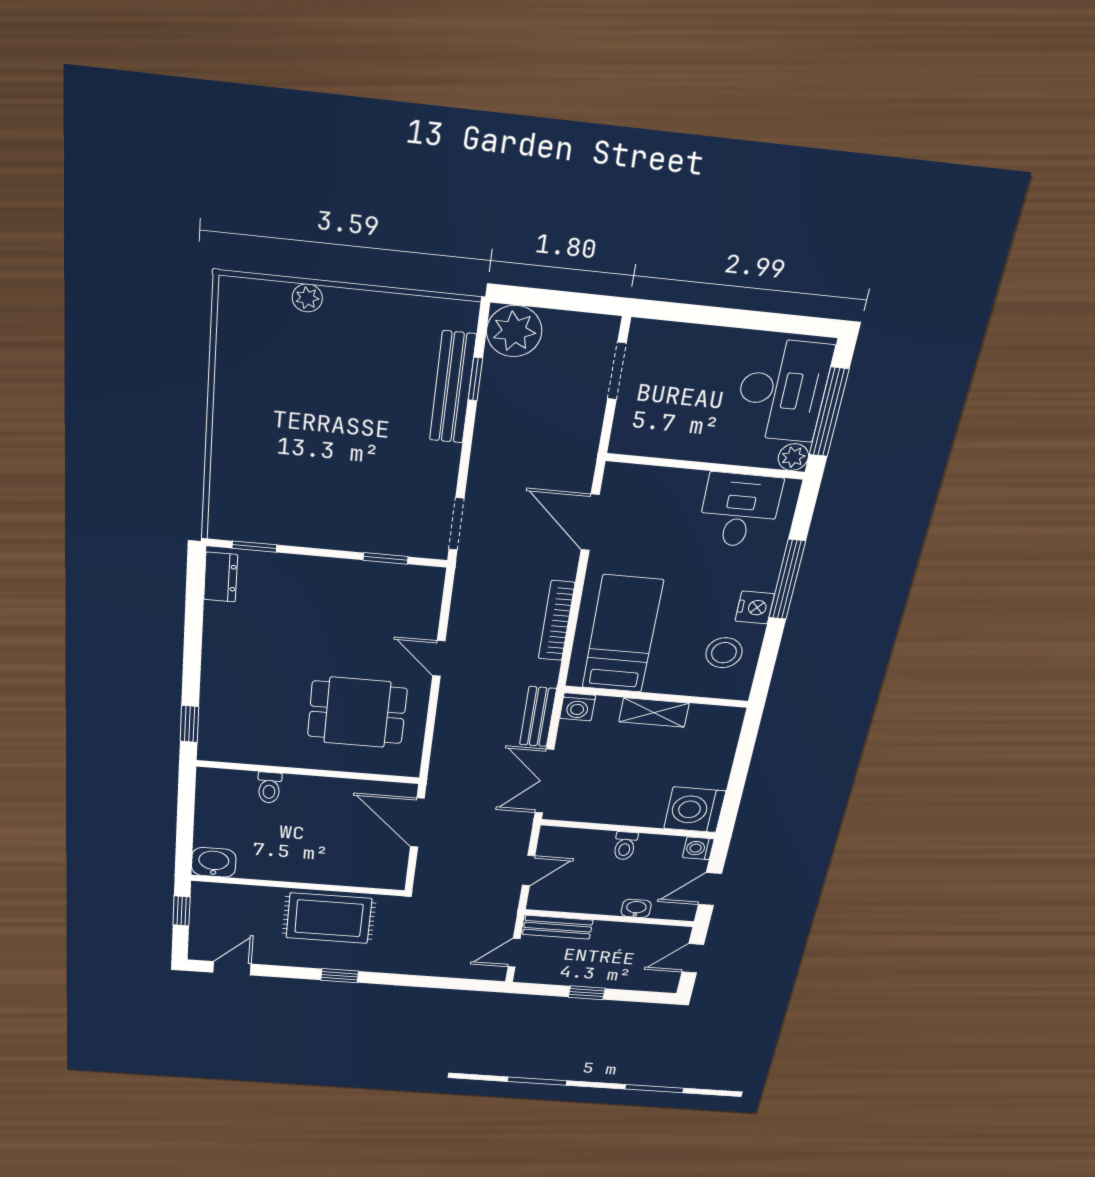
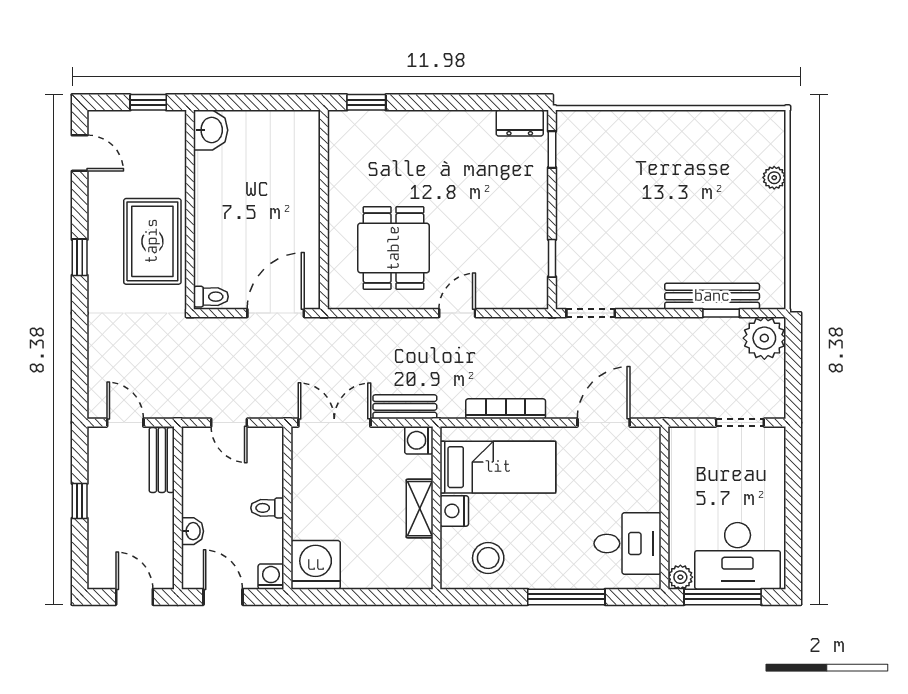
nightstand: (755, 607) -> (454, 511), moved, turned 90
toilet: (269, 788) -> (211, 297), moved, turned 180

